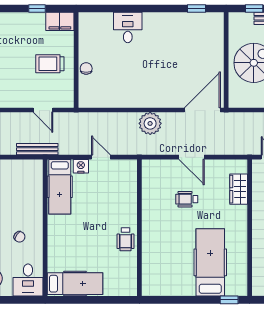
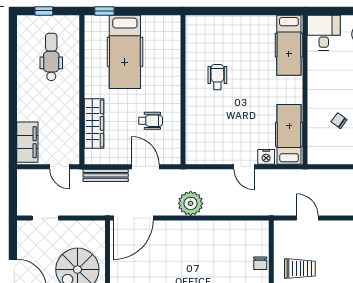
bench: (37, 149) -> (106, 175), moved
wardrobe: (239, 189) -> (94, 123), width x1.50
wall: (139, 228) -> (183, 90), moved
chair: (19, 237) -> (339, 121), moved
hospital bed: (75, 284) -> (289, 45), moved, turned -90

